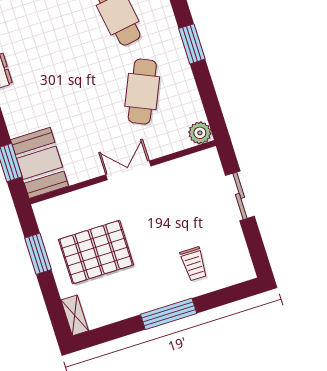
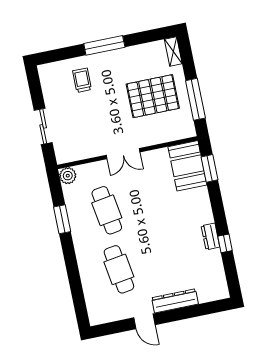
window: (192, 44) -> (62, 219), moved
cafe table: (142, 92) -> (107, 210), turned -33
window: (38, 254) -> (195, 99), width x1.44

